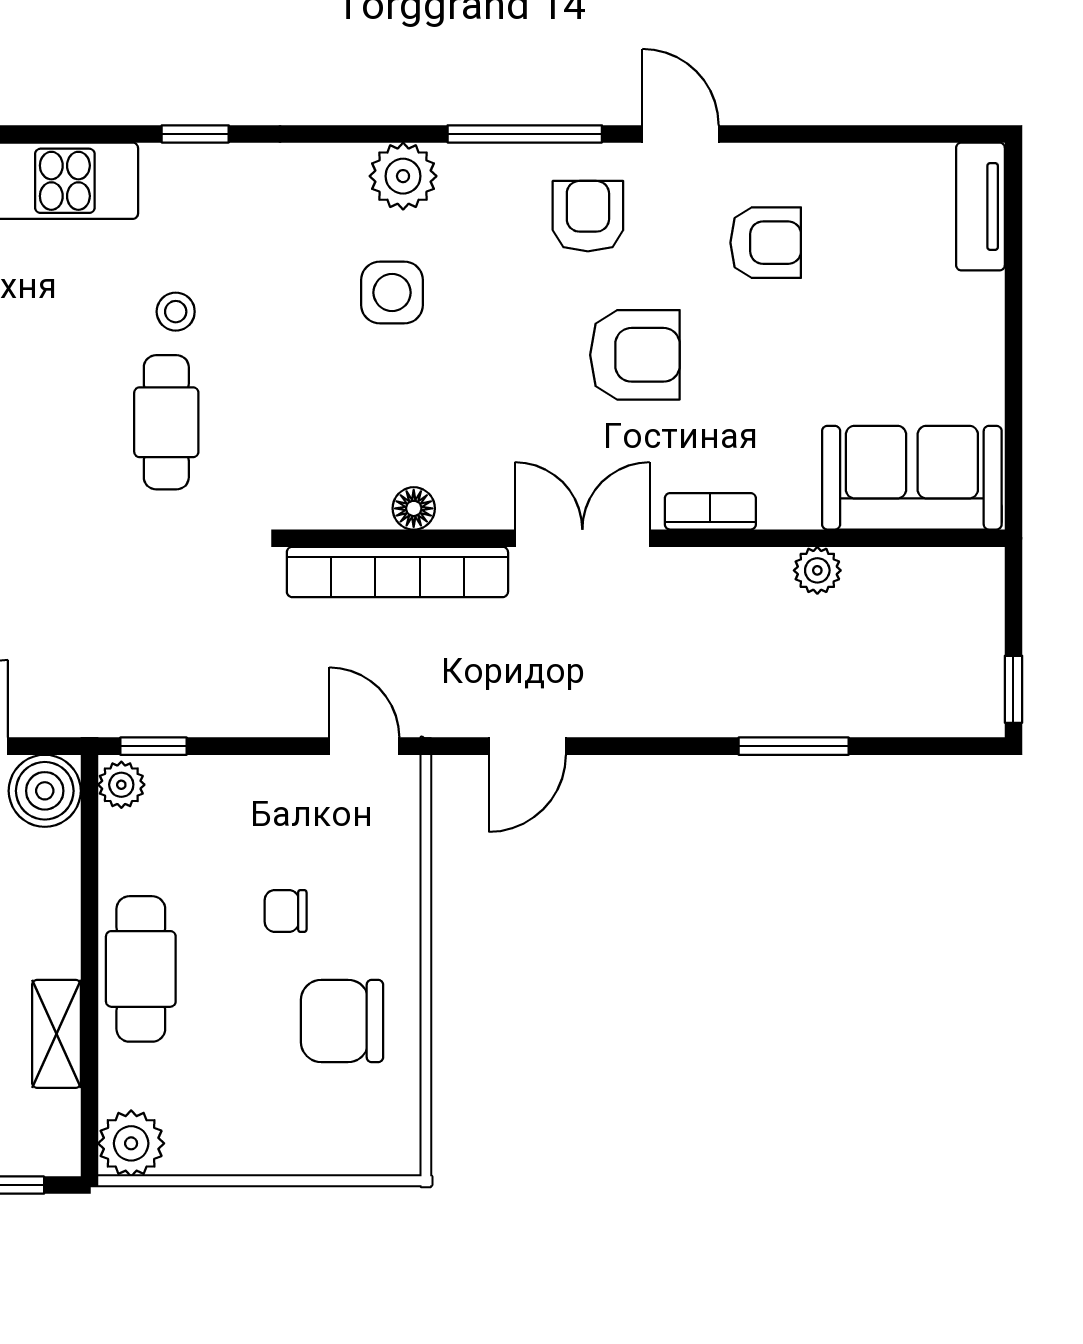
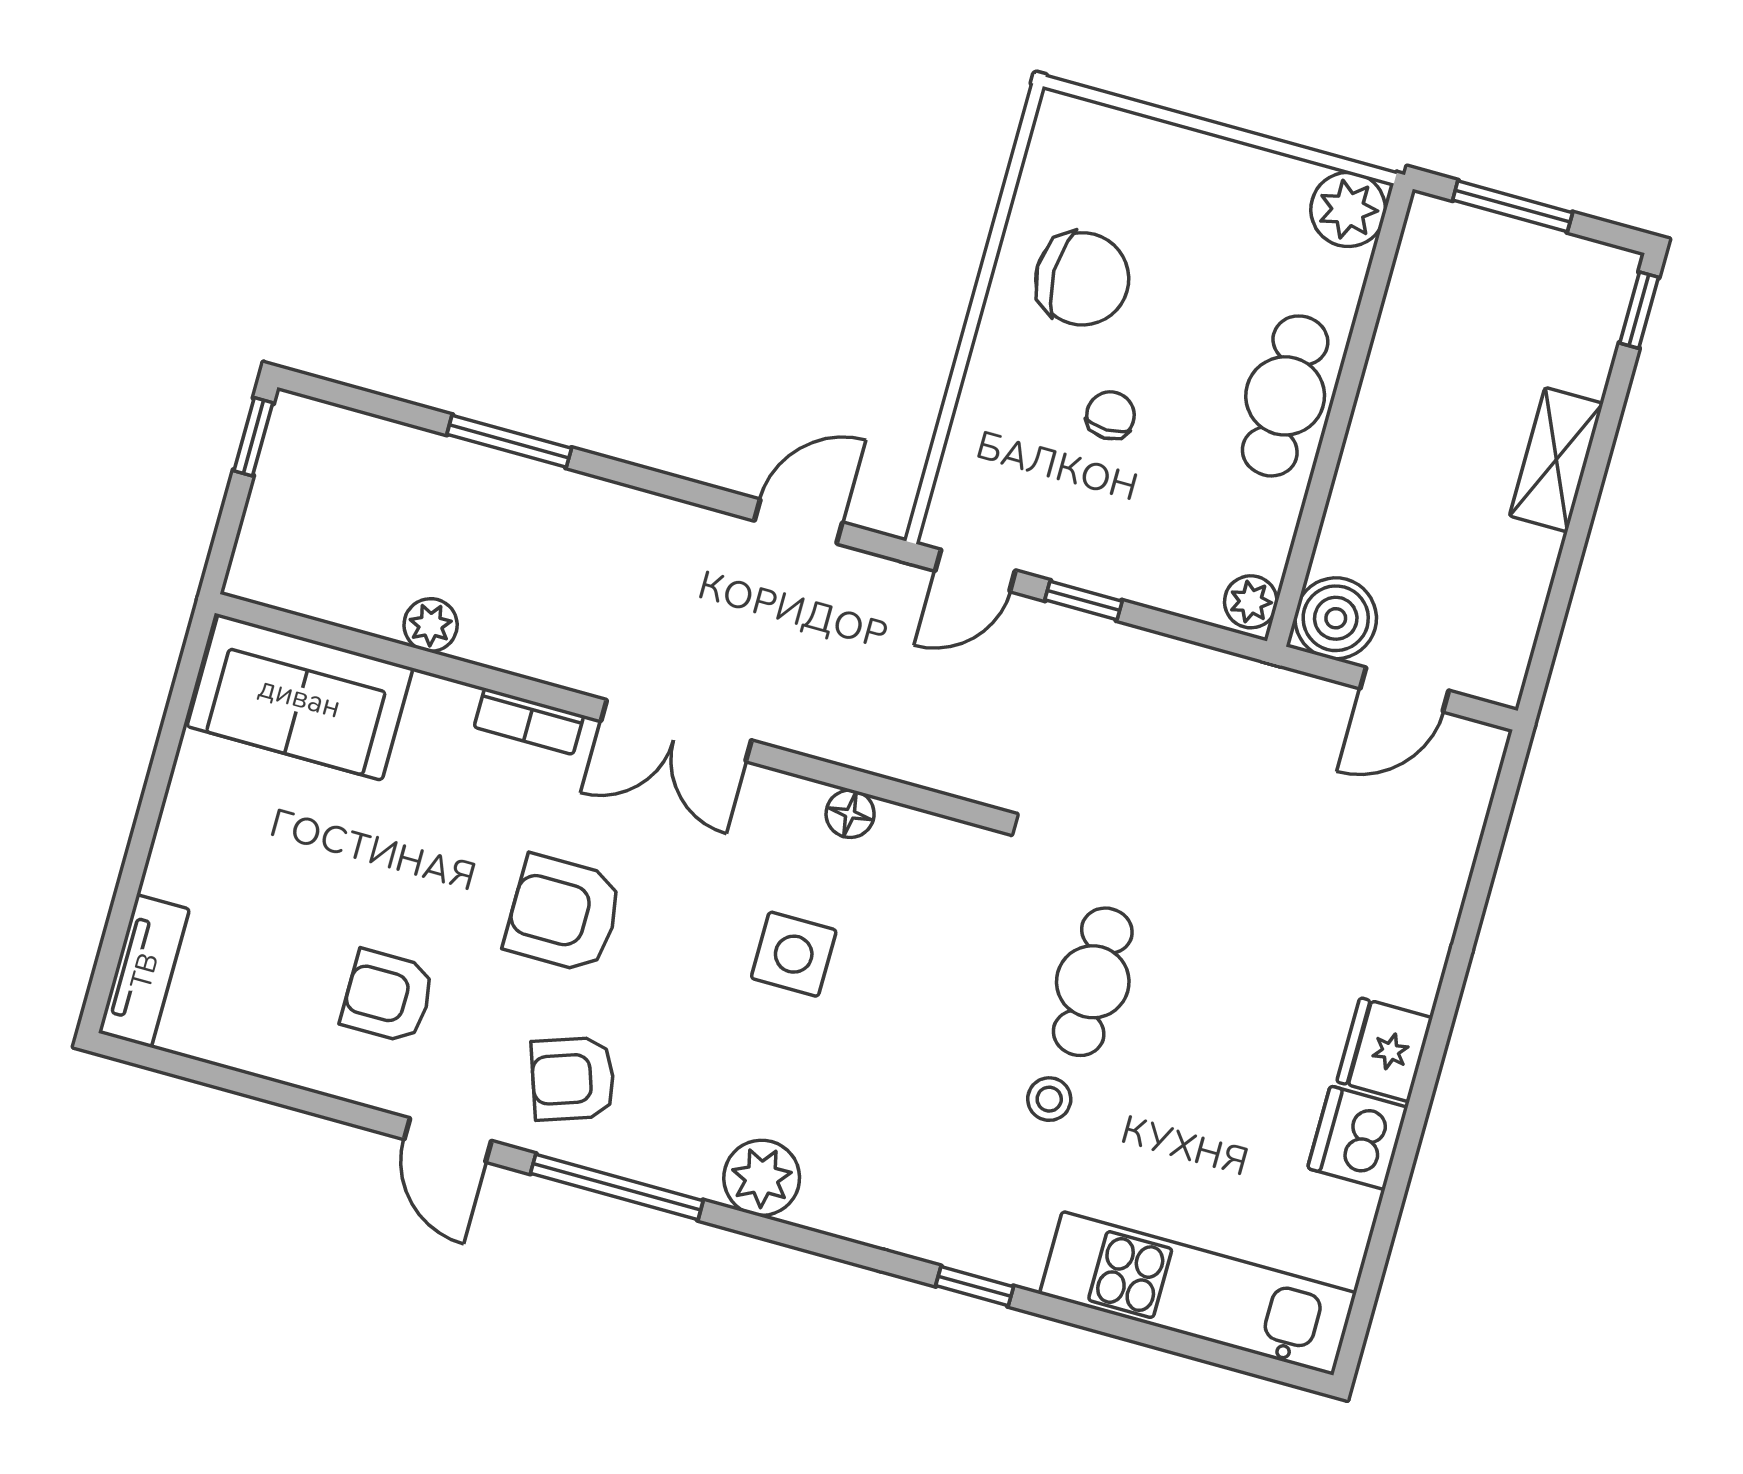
armchair: (588, 216) -> (573, 1079), turned 71
side table: (392, 293) -> (794, 954), moved
bookcase: (397, 572) -> (887, 750), removed
window: (153, 746) -> (1083, 601), moved
door: (364, 746) -> (975, 571), hinge flipped
chair: (286, 911) -> (1110, 415), turned -90
shelving: (56, 1034) -> (1396, 351), removed

